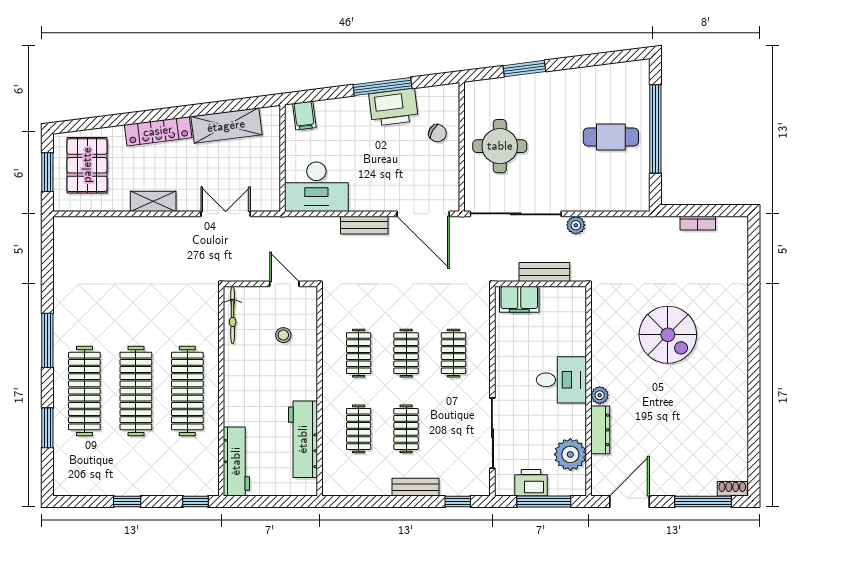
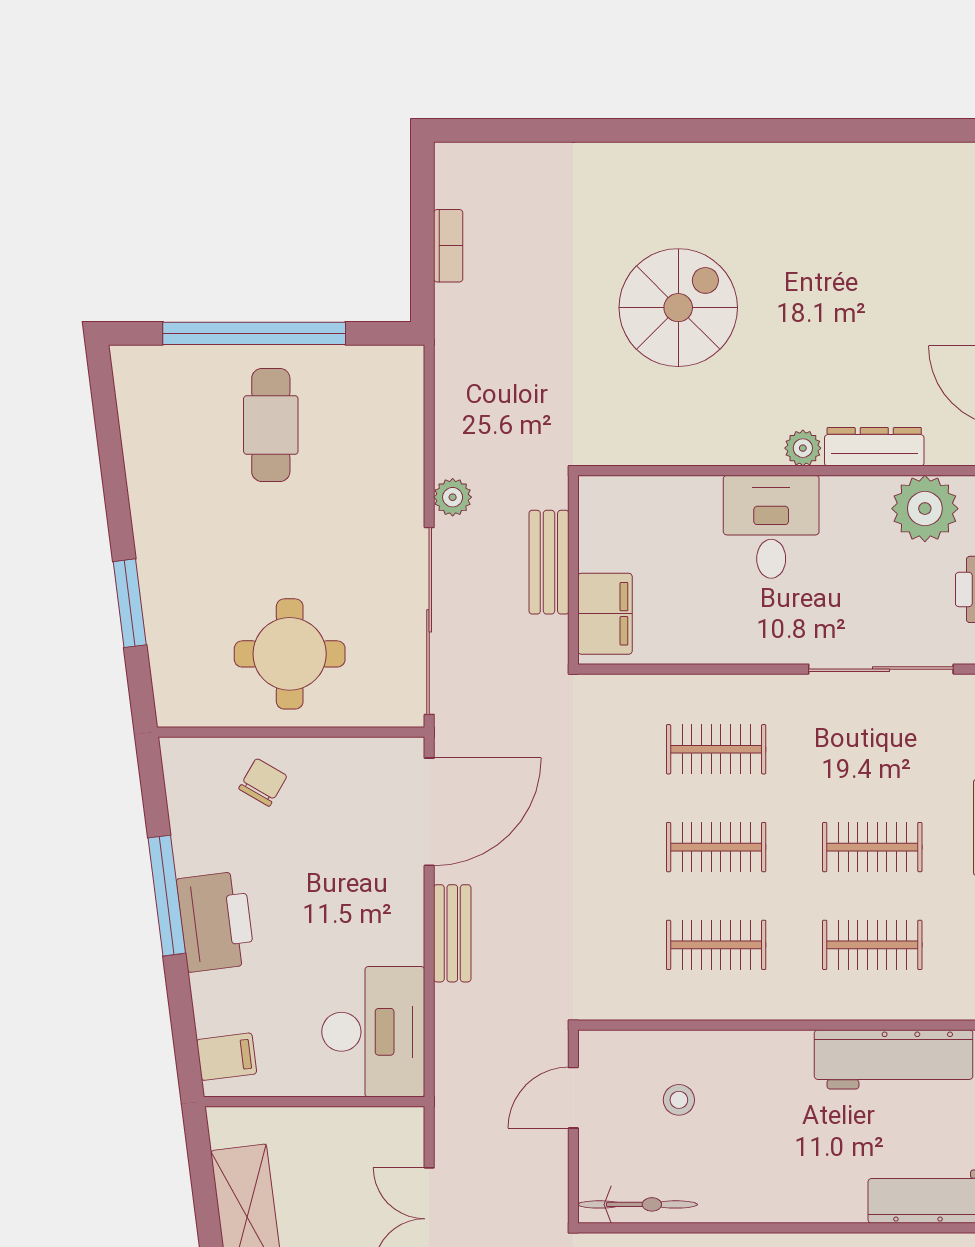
printer: (394, 107) -> (216, 922), moved

